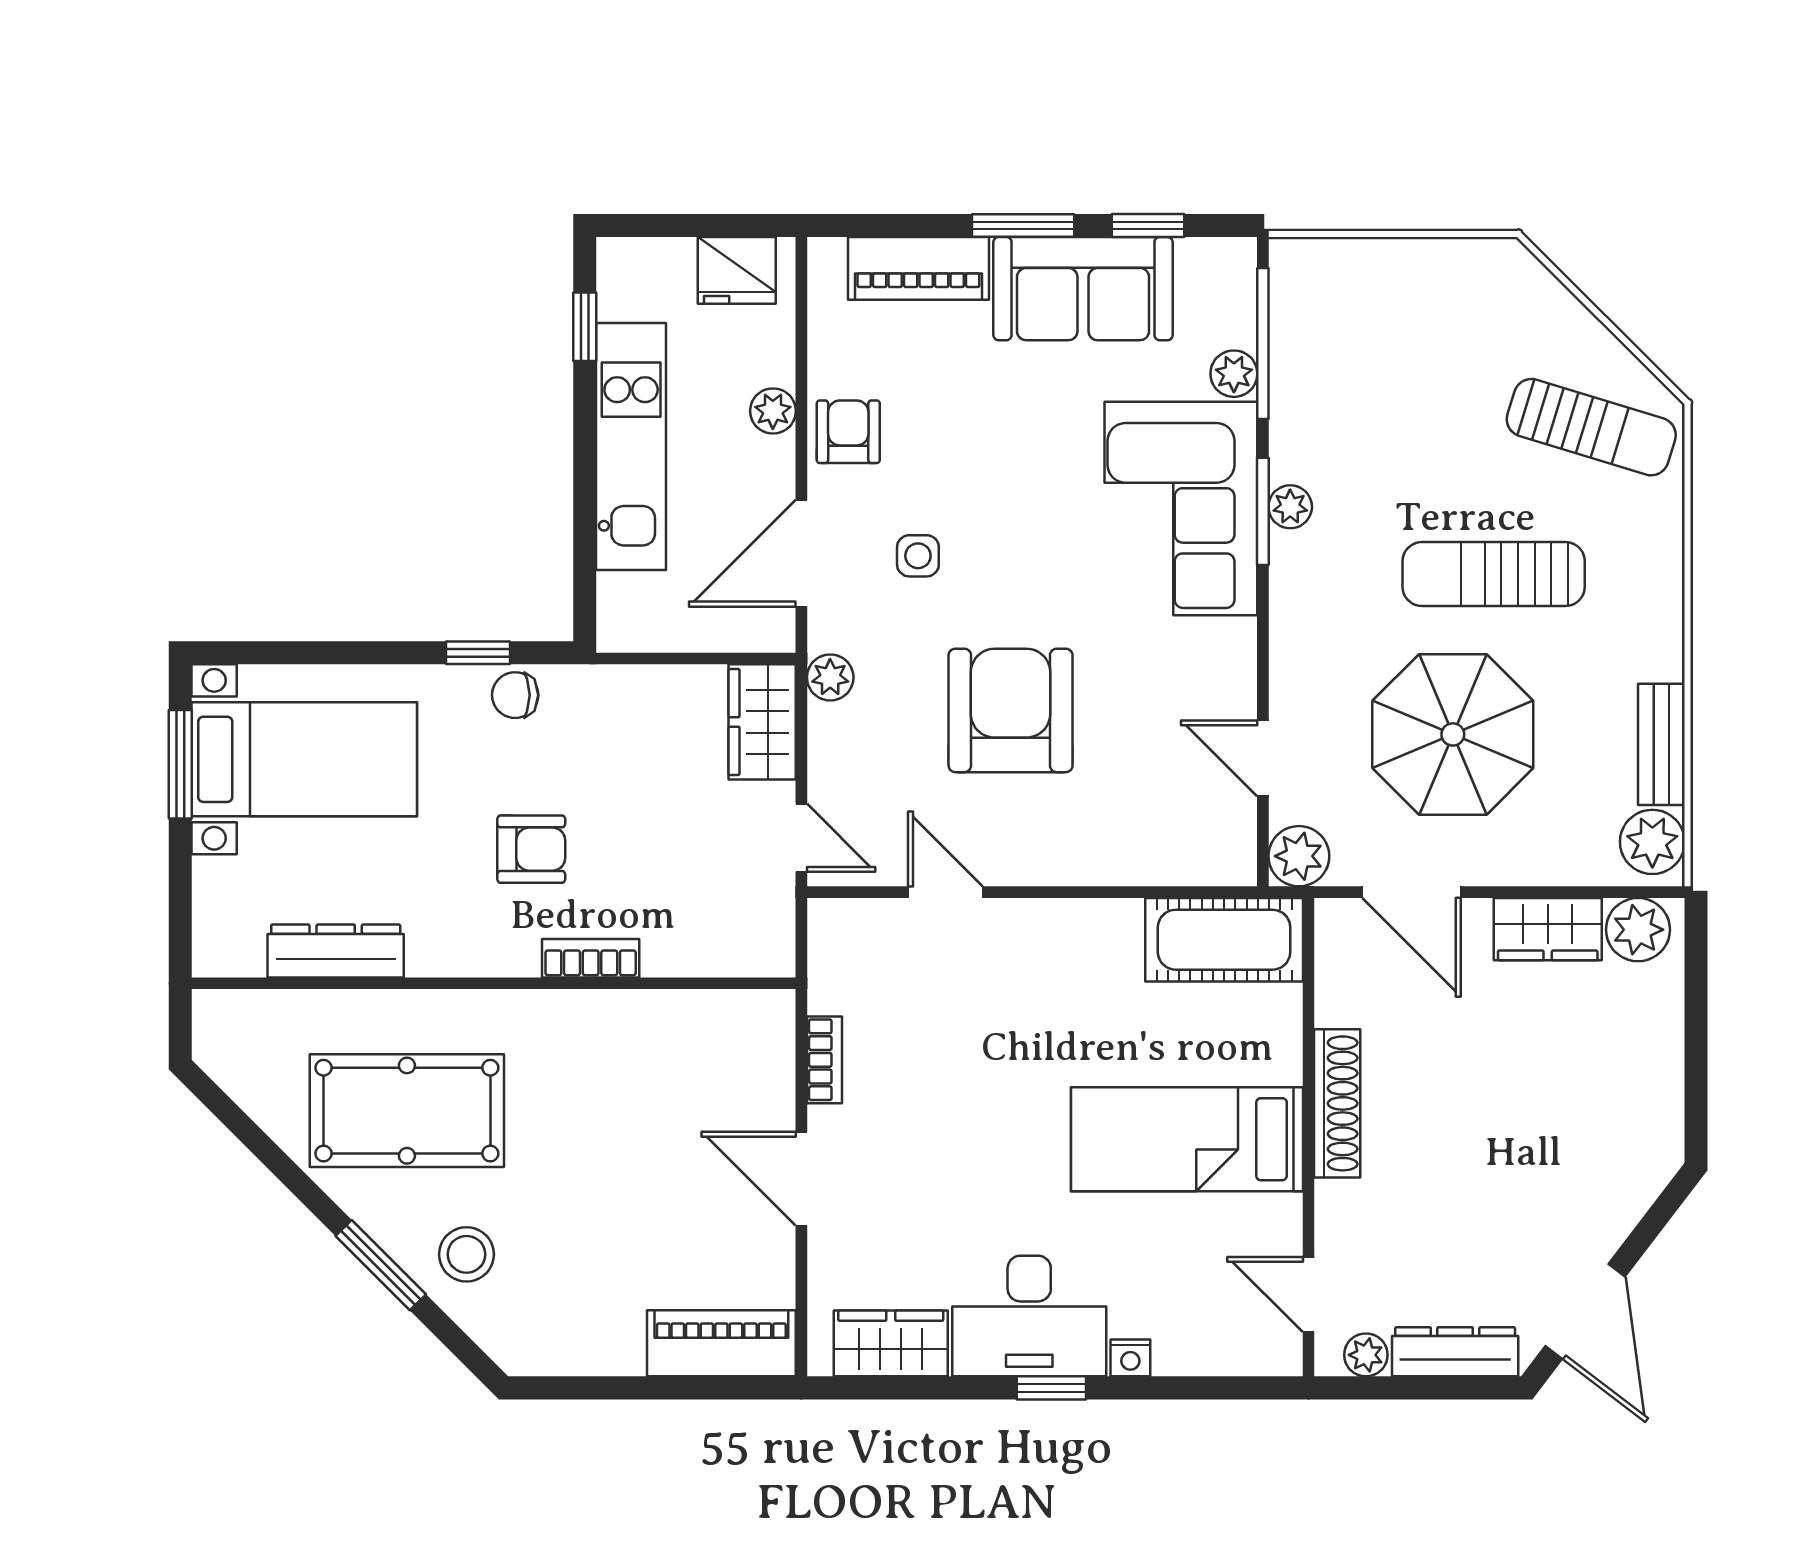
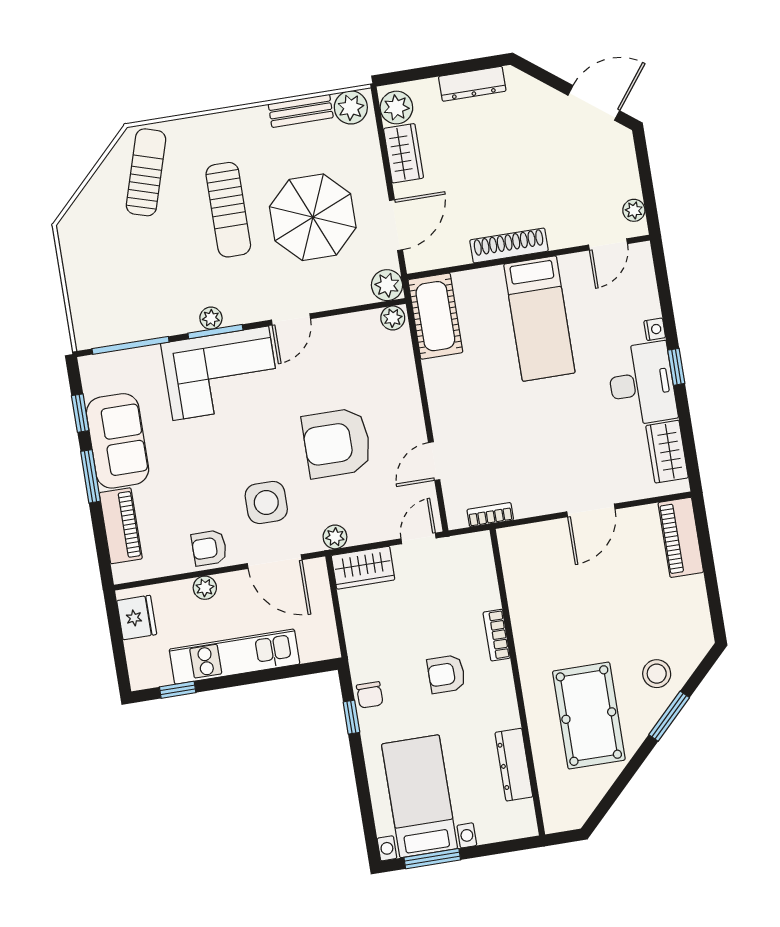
plant: (1234, 374) -> (393, 318), moved
side table: (918, 556) -> (266, 502), width x1.87, depth x1.87
door: (1263, 758) -> (291, 319), moved
armchair: (531, 849) -> (446, 674), turned -90
bookcase: (824, 1060) -> (490, 515), moved
dresser: (1455, 1352) -> (472, 84), moved, turned -90

